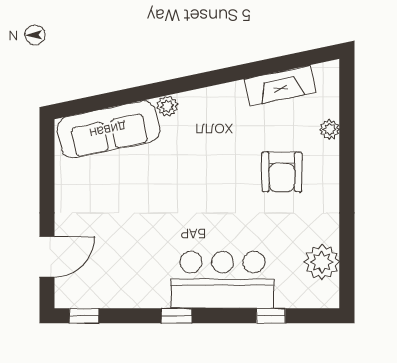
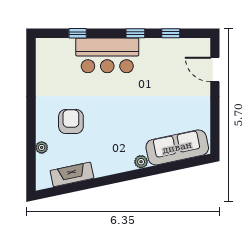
door: (47, 257) -> (215, 69), hinge flipped
plant: (322, 262) -> (46, 66), removed
window: (84, 316) -> (171, 33), moved

